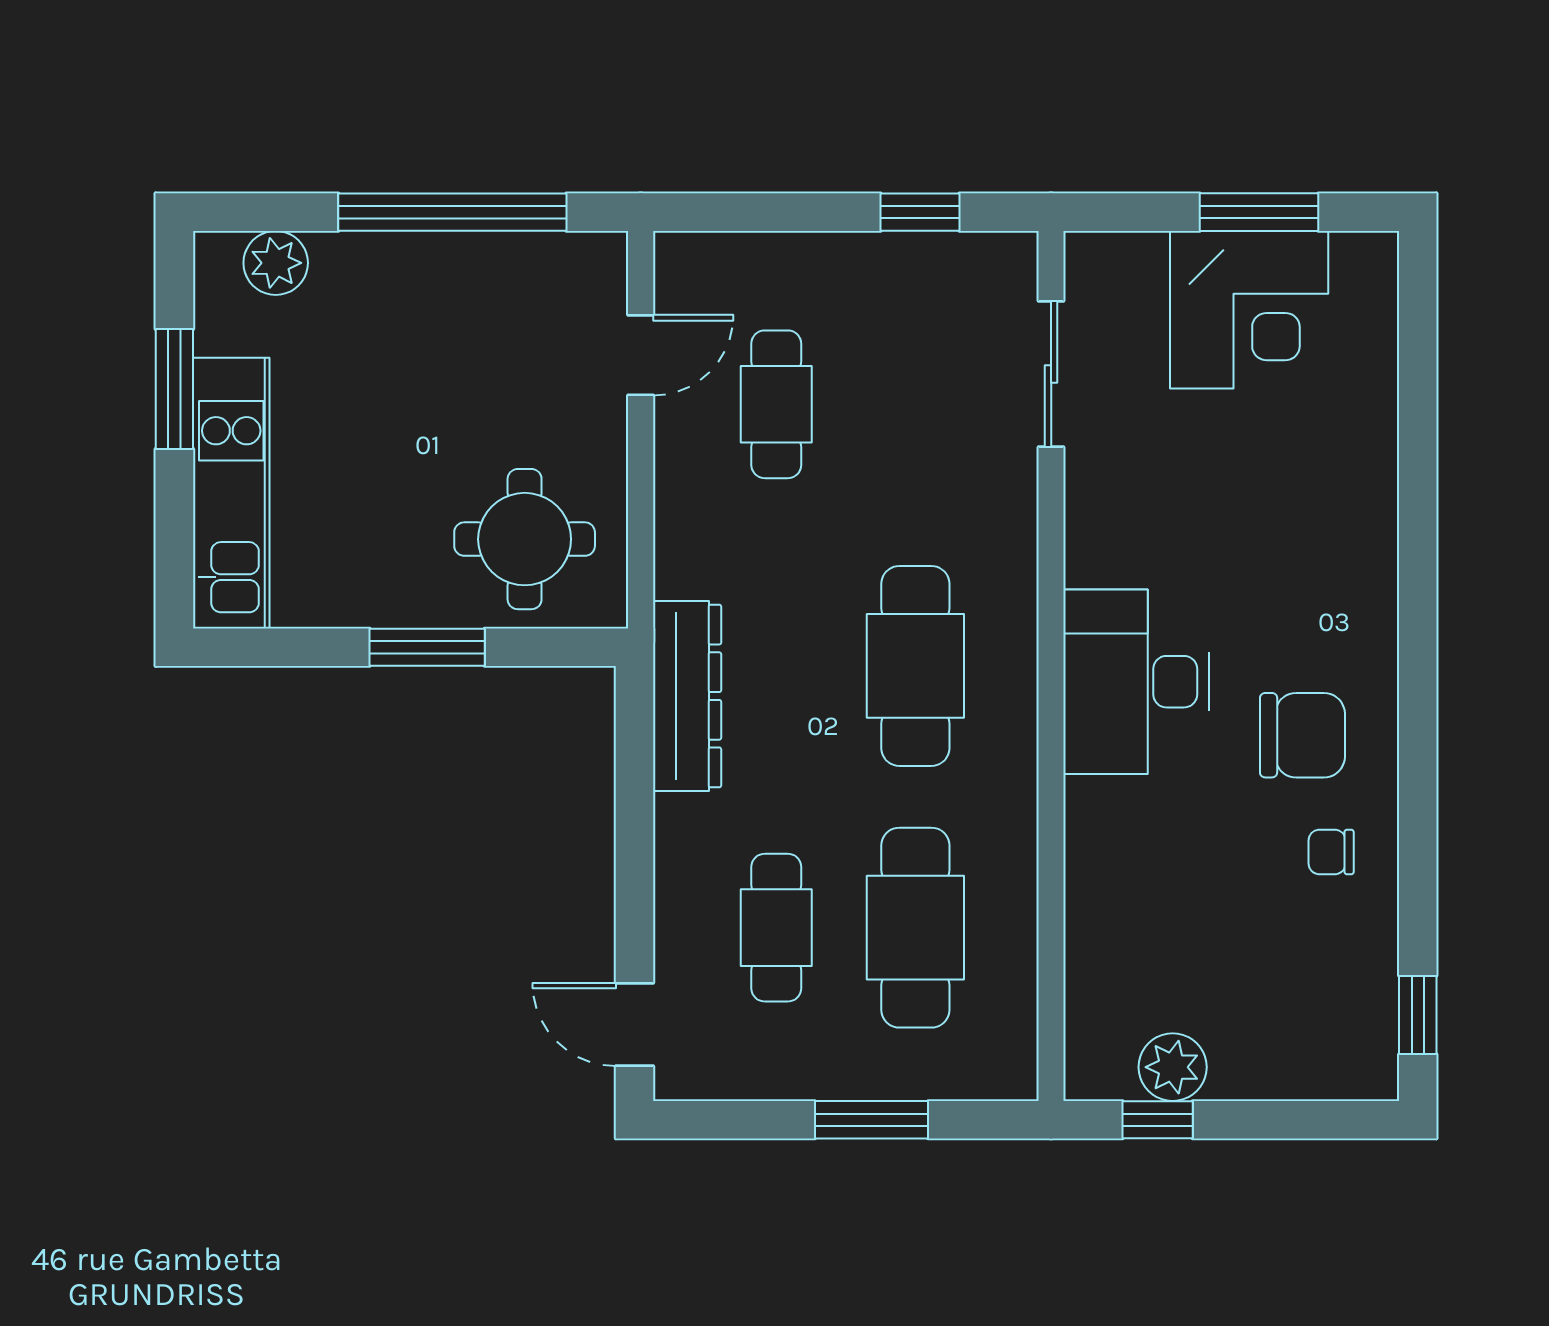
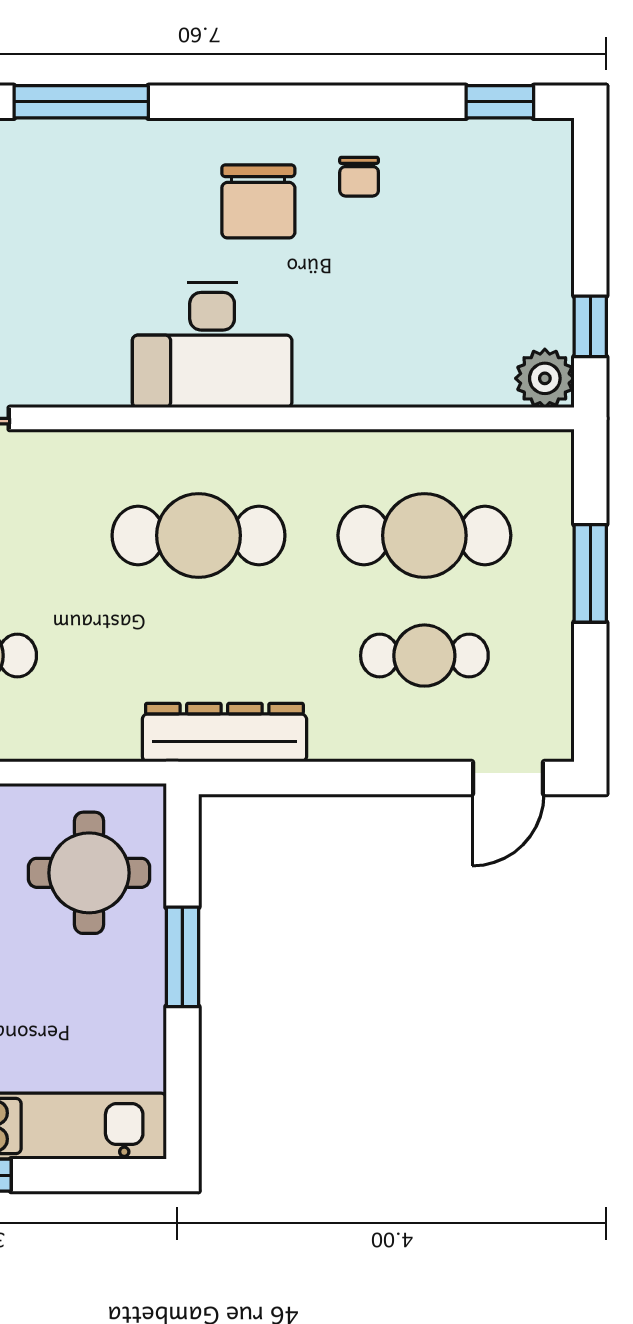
window: (1418, 530) -> (81, 102), added
chair: (1302, 735) -> (258, 201), turned 180
plant: (1173, 1067) -> (545, 378), moved

